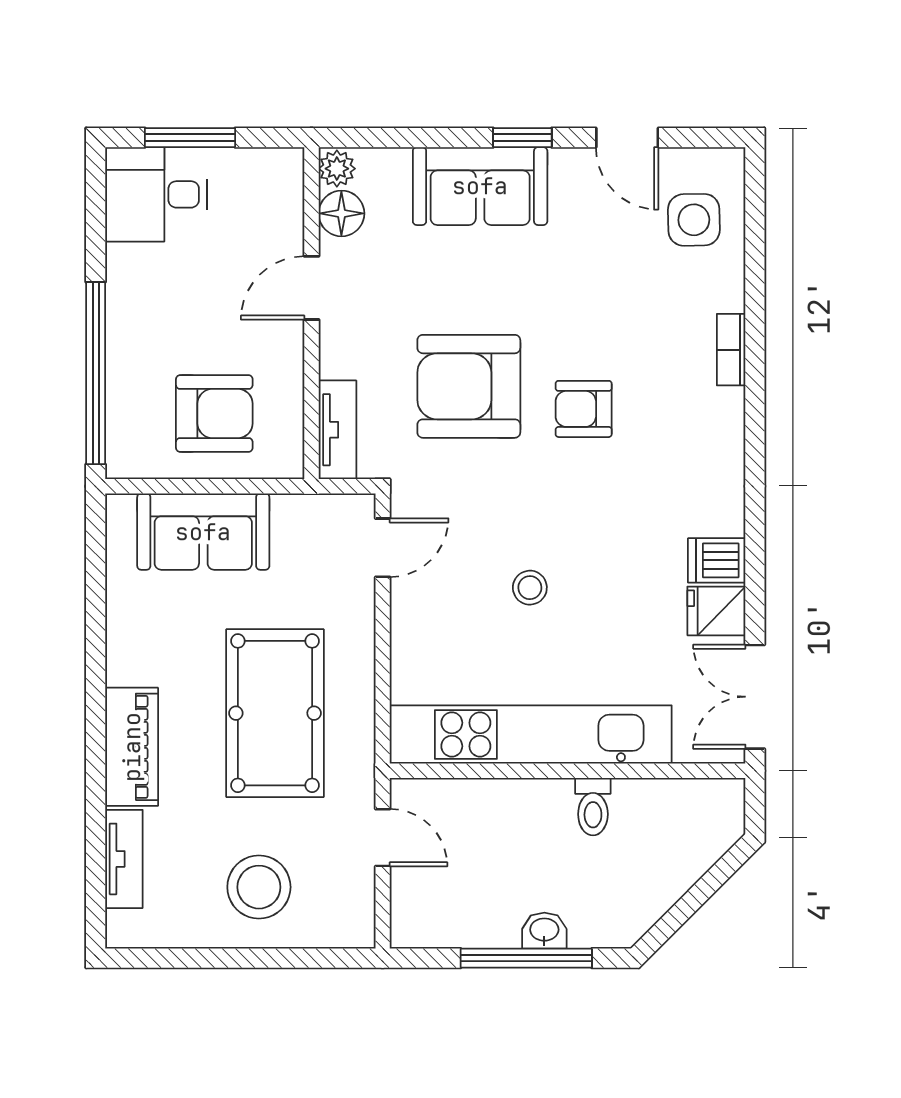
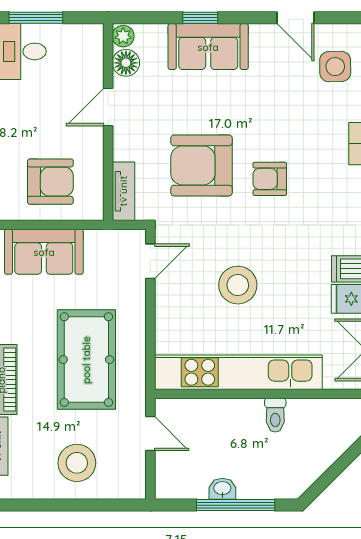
window: (522, 138) -> (200, 18), moved
stool: (530, 588) -> (238, 285), width x1.89, depth x1.89
washbasin: (544, 931) -> (222, 489), moved

